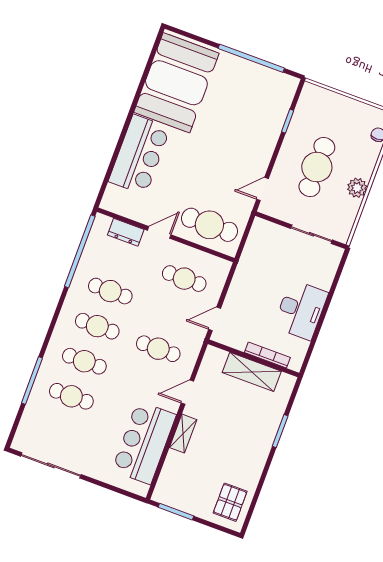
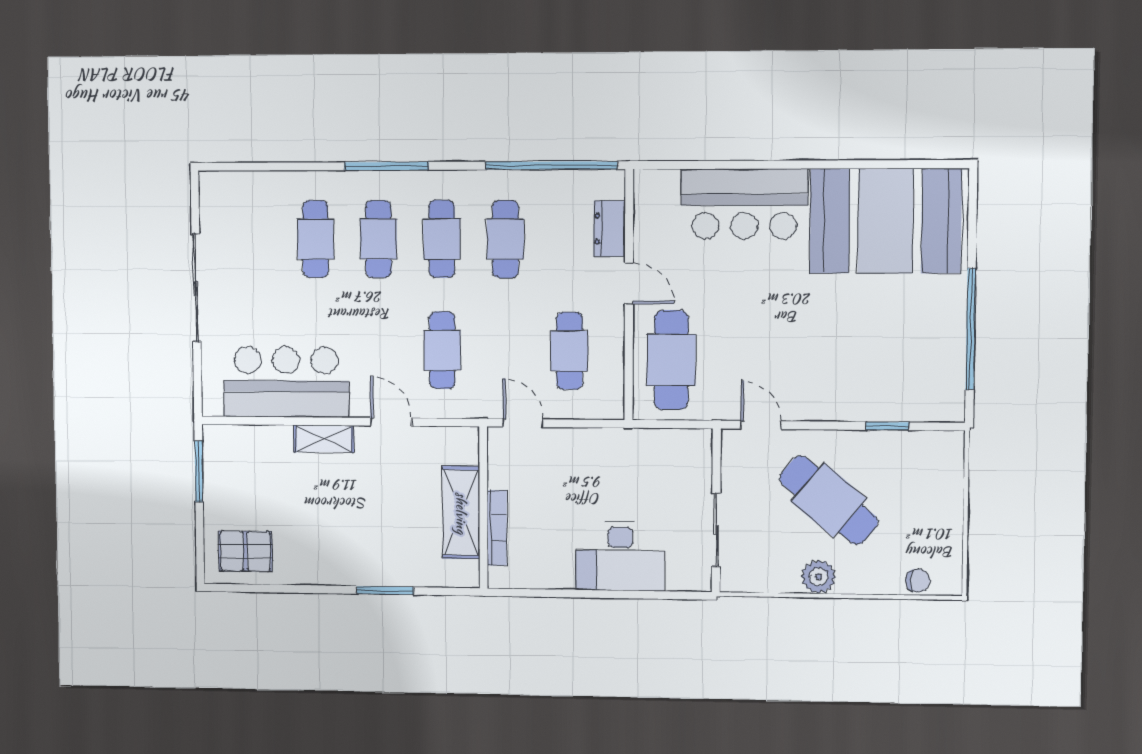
cafe table: (317, 167) -> (829, 500), turned 40
desk: (301, 310) -> (620, 556), moved
window: (32, 381) -> (386, 166), moved
sliding door: (51, 465) -> (196, 288), moved

